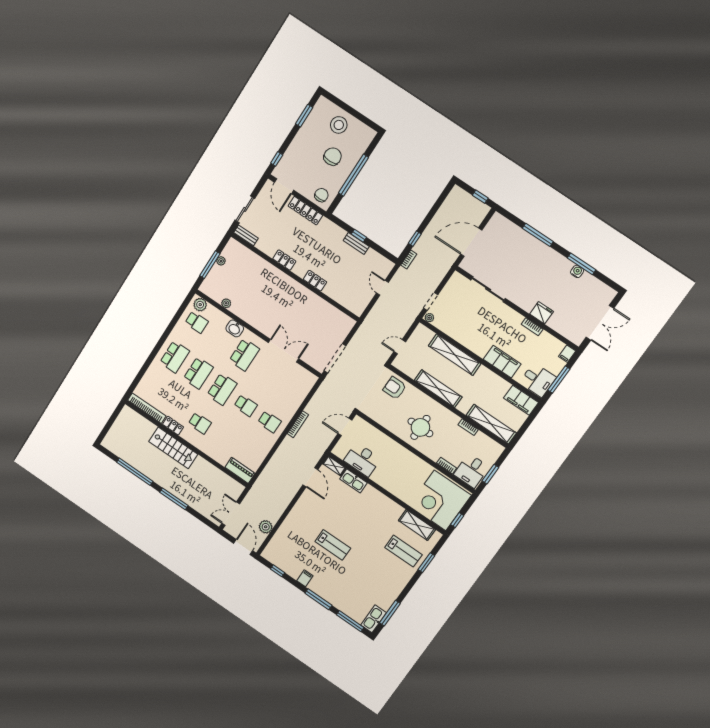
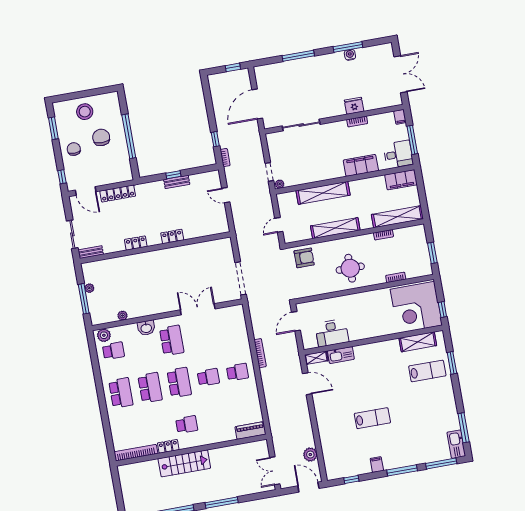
chair: (321, 195) -> (74, 149), moved
armchair: (395, 388) -> (304, 258), turned 180
desk: (471, 471) -> (417, 264), removed

